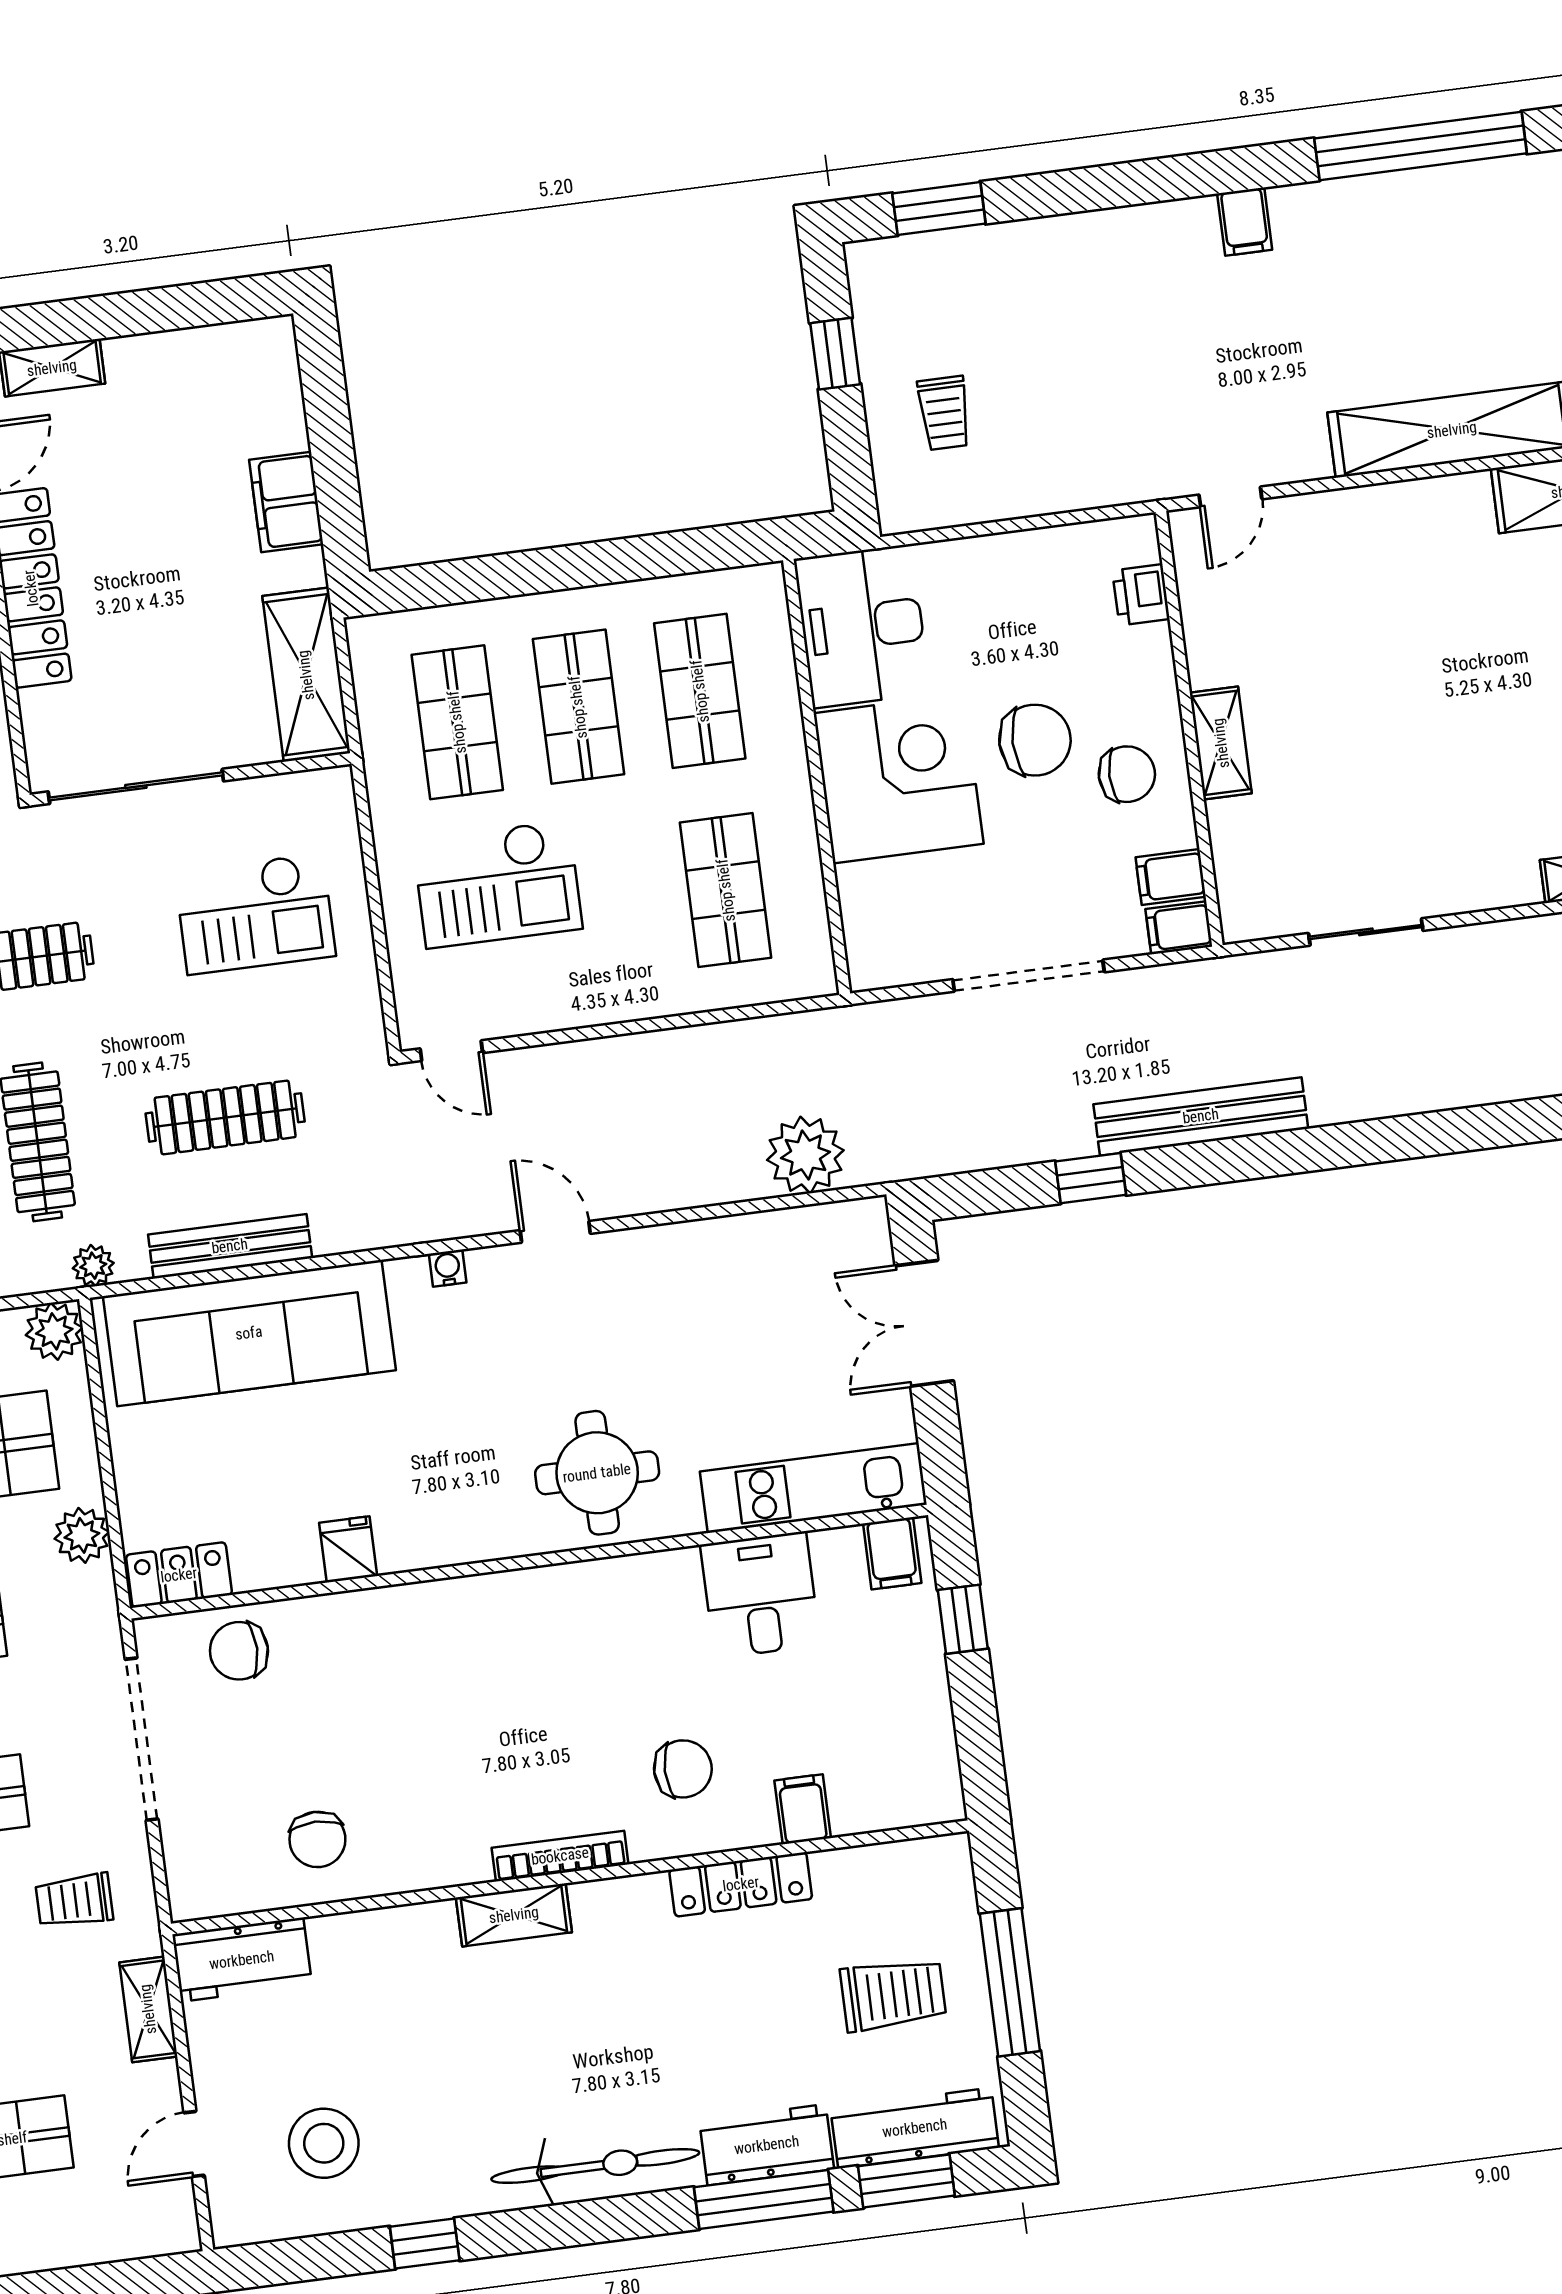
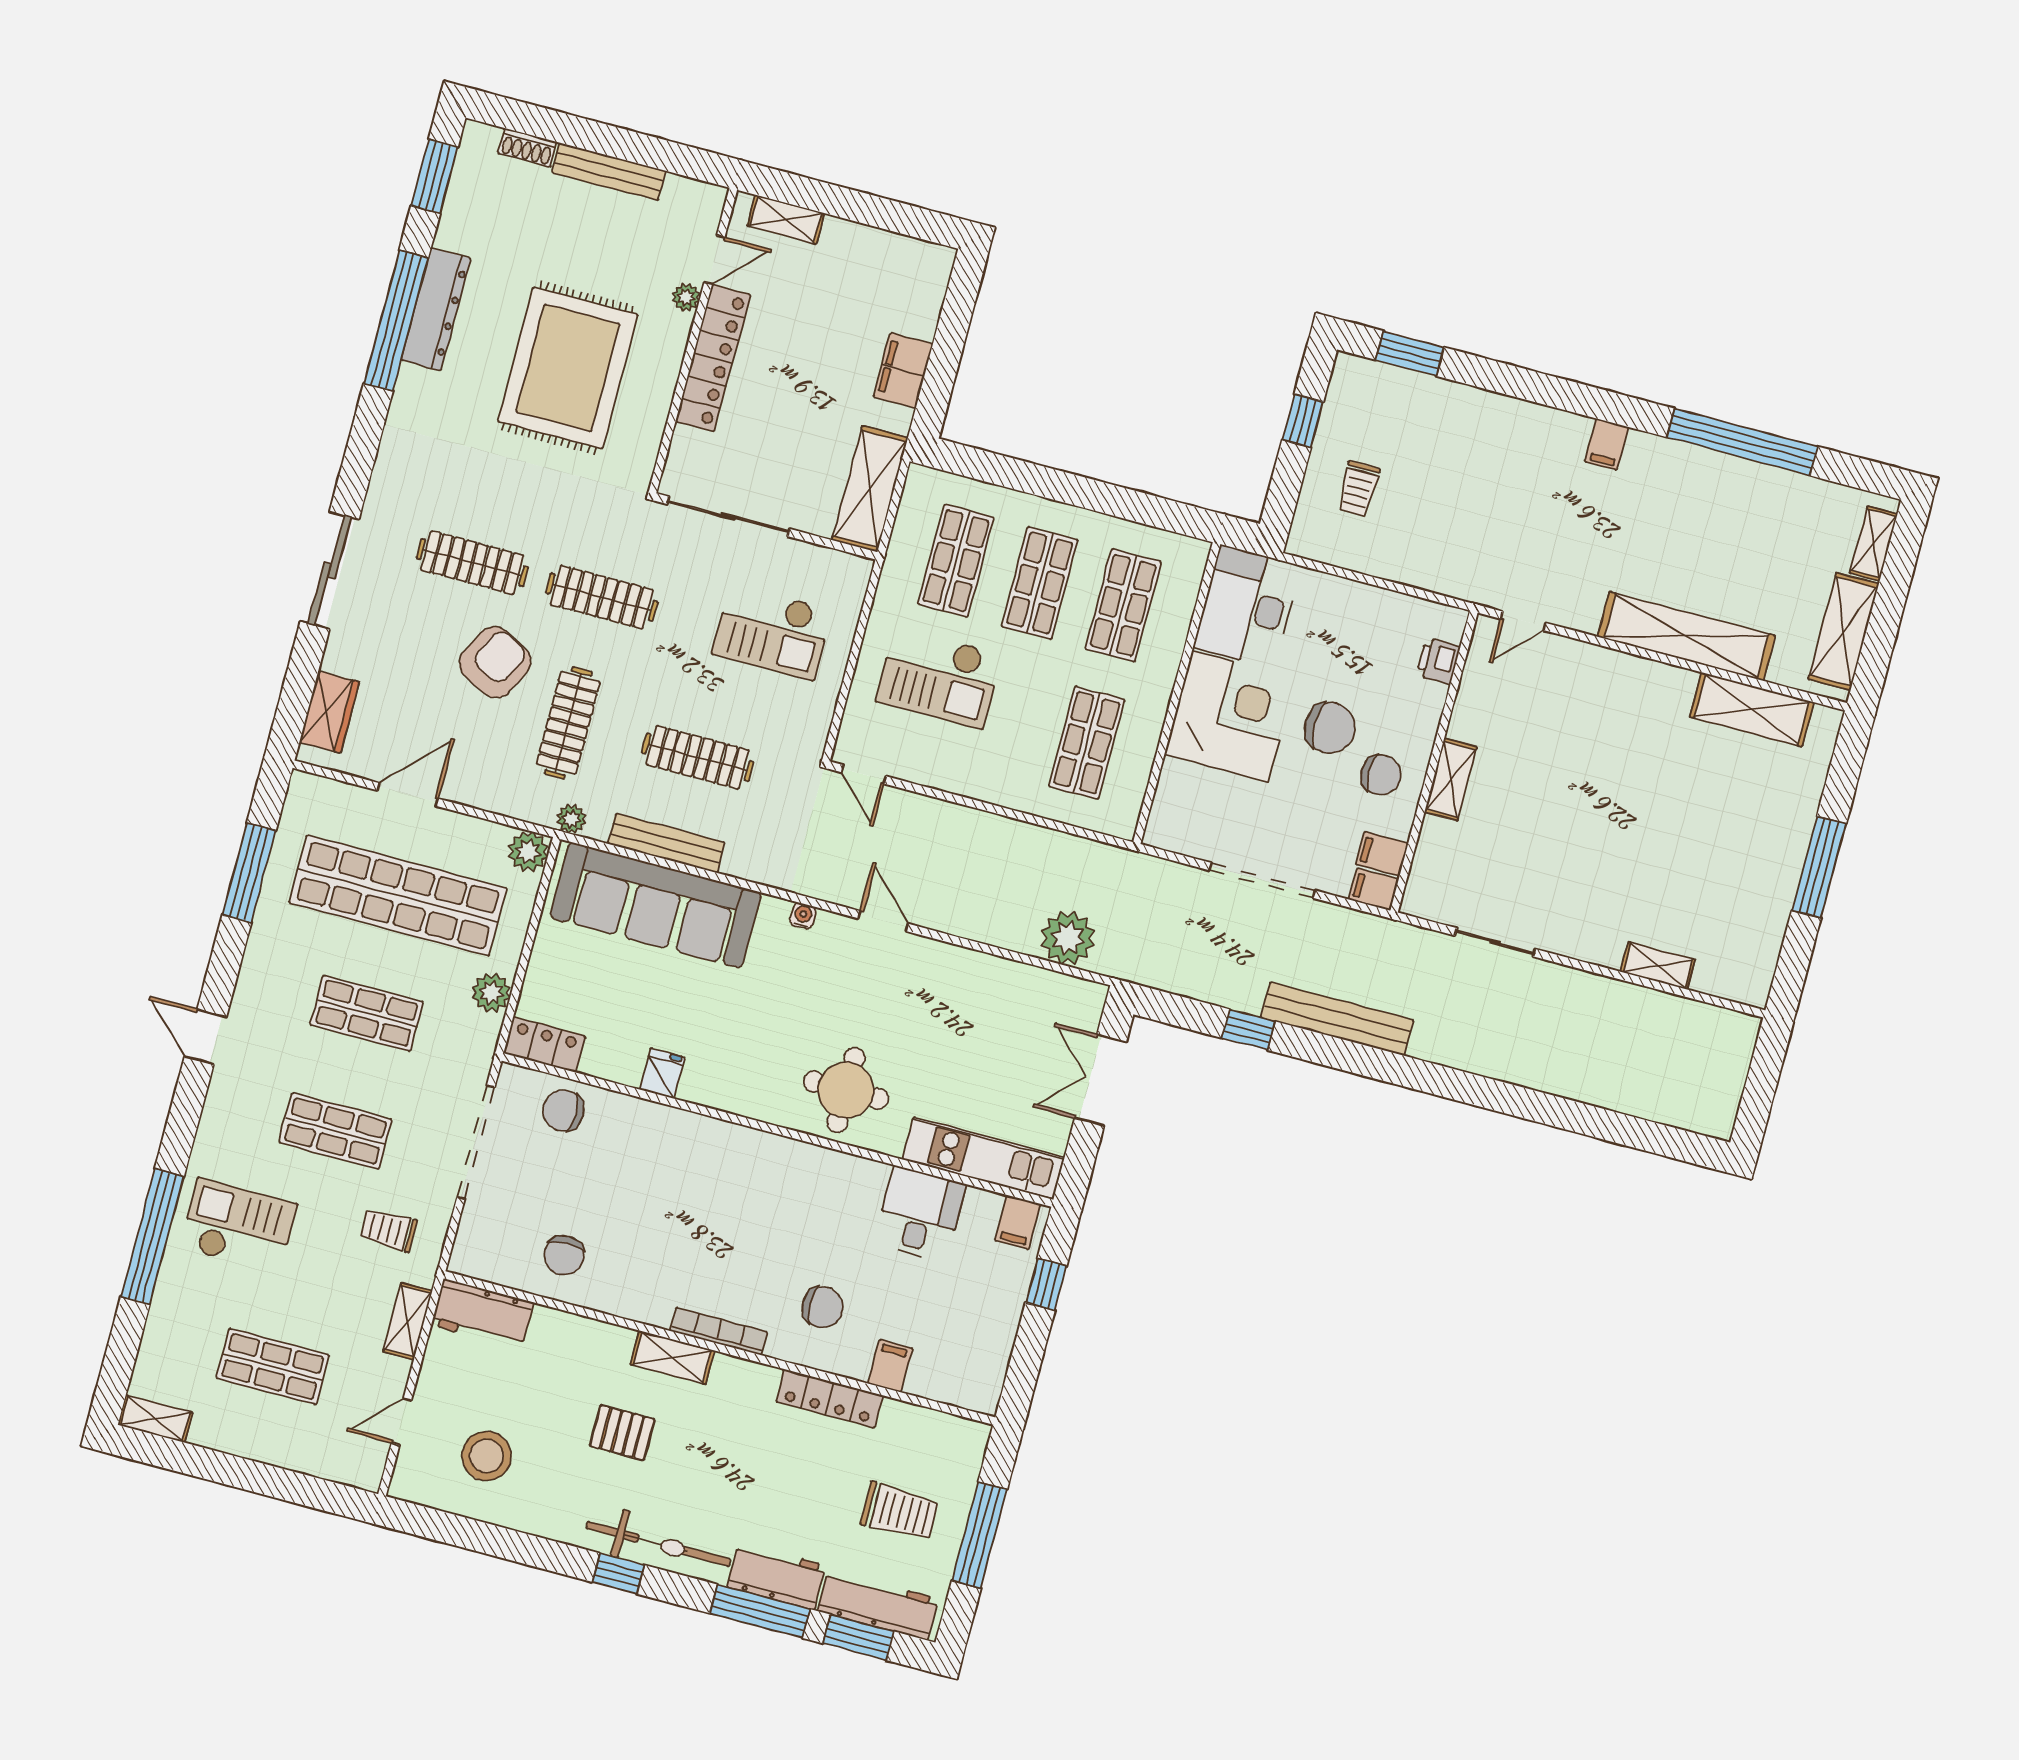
pallet: (488, 2040) -> (622, 1433), added
window: (425, 2243) -> (618, 1573), moved

